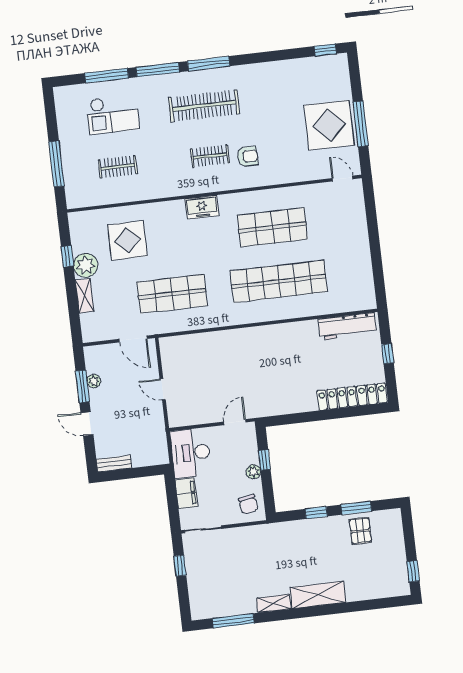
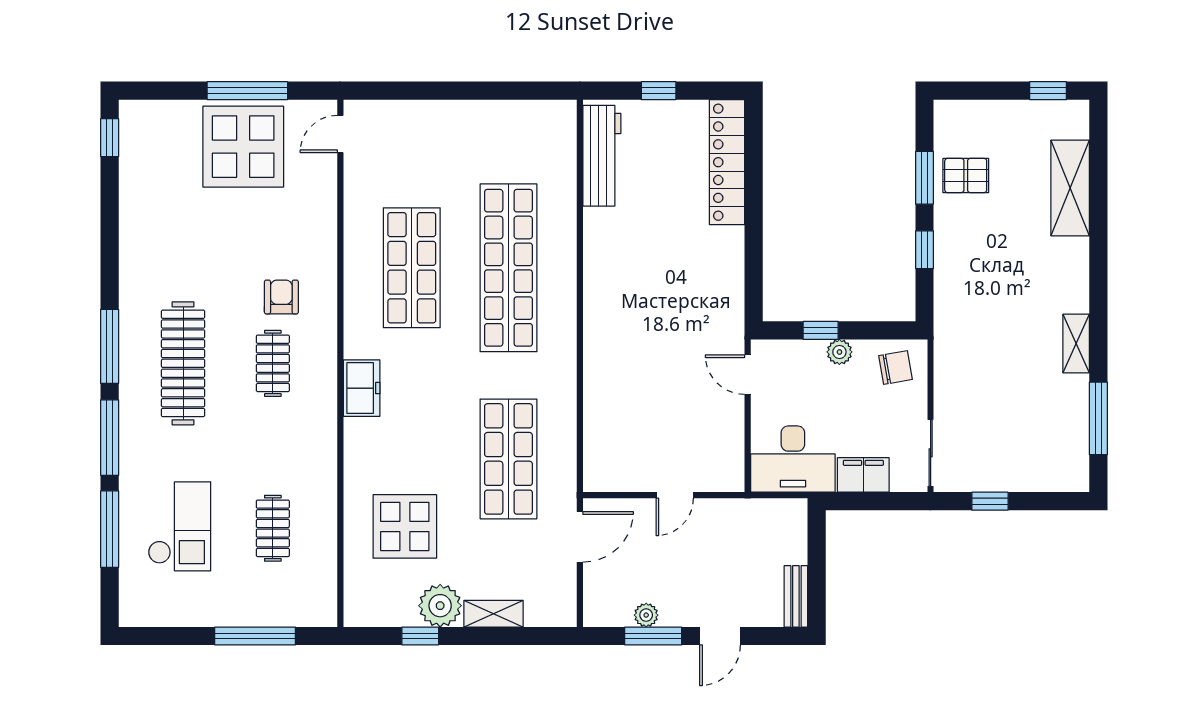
shelving: (318, 595) -> (1070, 188), moved

